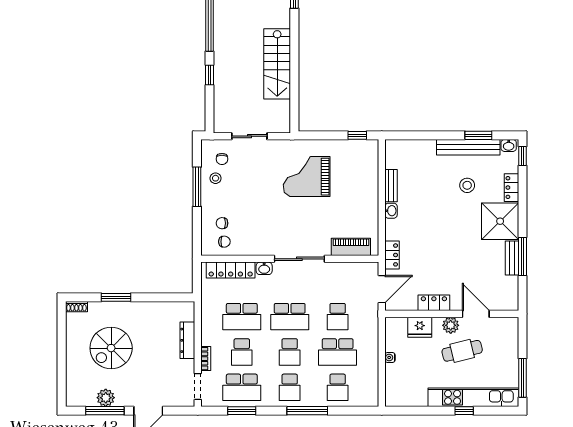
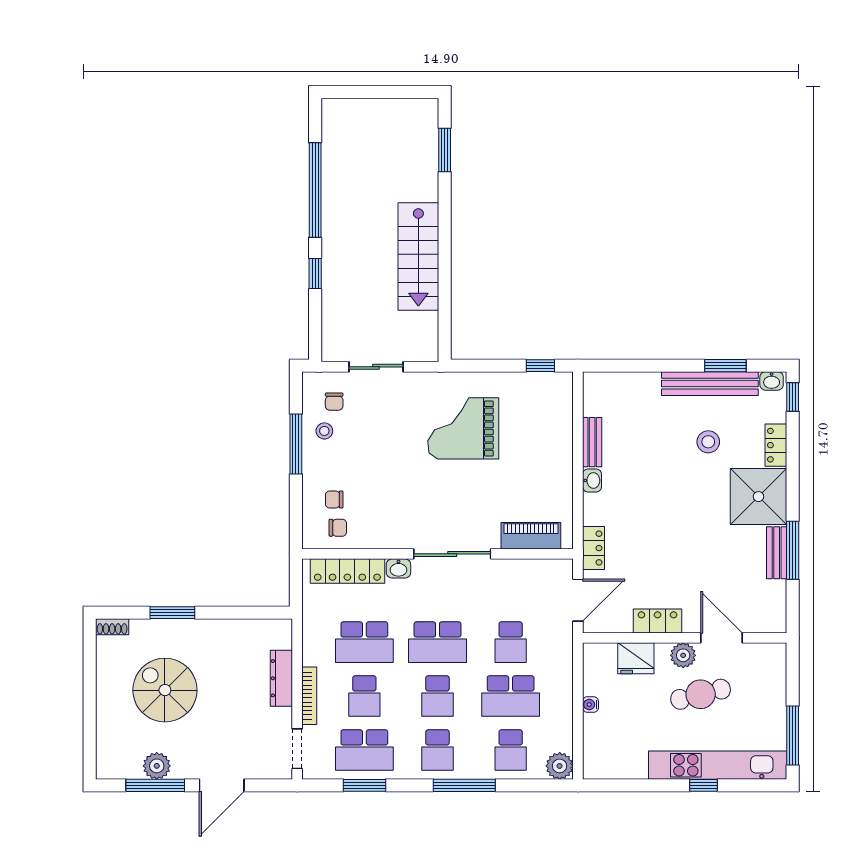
spiral stairs: (111, 348) -> (165, 690), turned 90
bookcase: (206, 359) -> (309, 696), width x1.56
plant: (370, 398) -> (560, 766), added

